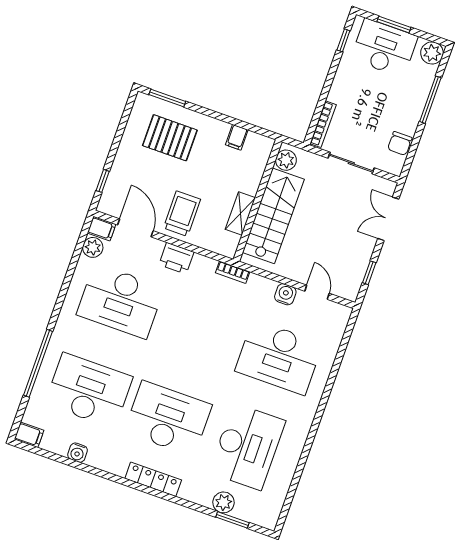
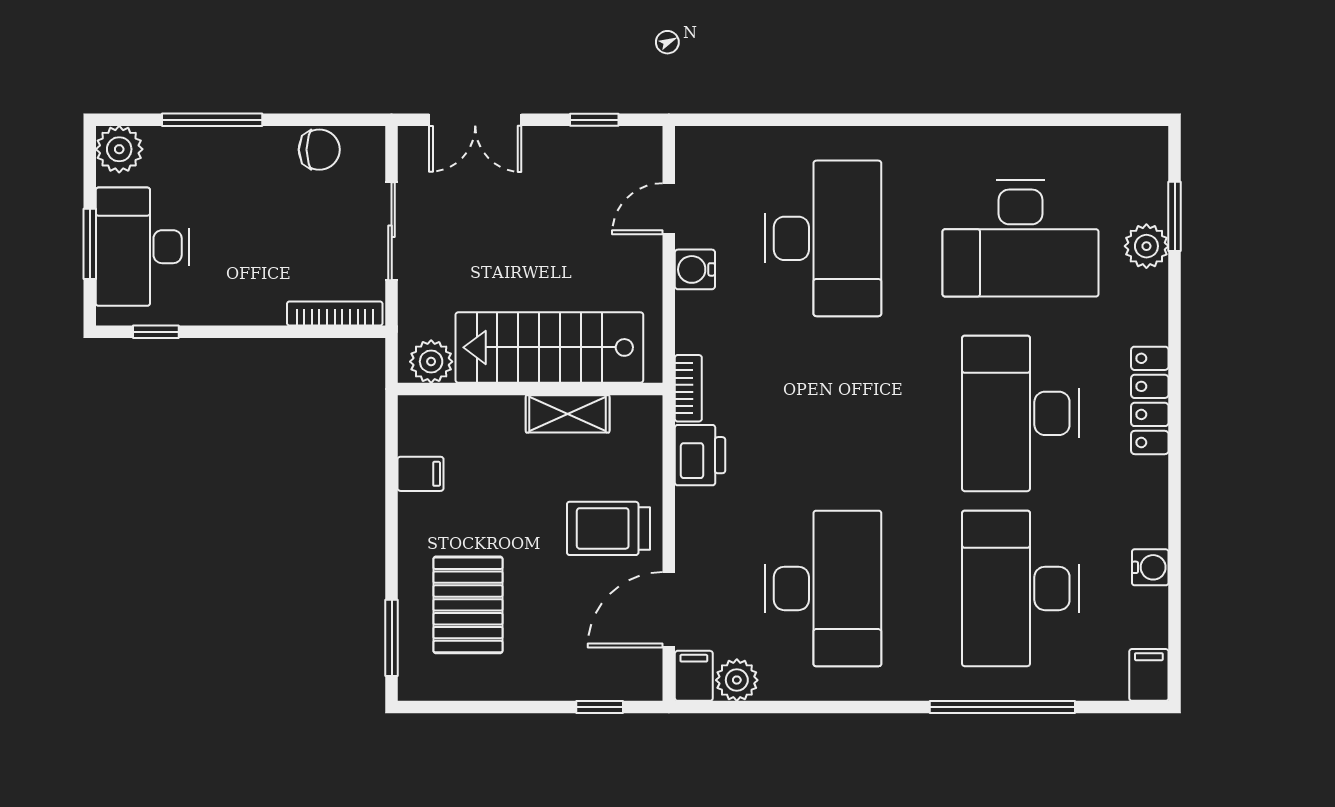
printer: (176, 258) -> (700, 455), moved
desk: (247, 447) -> (1020, 238), turned 180

